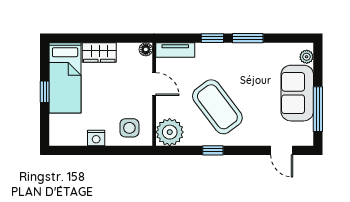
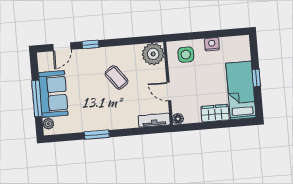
window: (212, 38) -> (125, 132), removed
coffee table: (217, 107) -> (116, 77), width x0.54, depth x0.58
window: (318, 109) -> (37, 99), moved
window: (213, 150) -> (90, 44), moved
door: (282, 150) -> (62, 47), swing flipped

